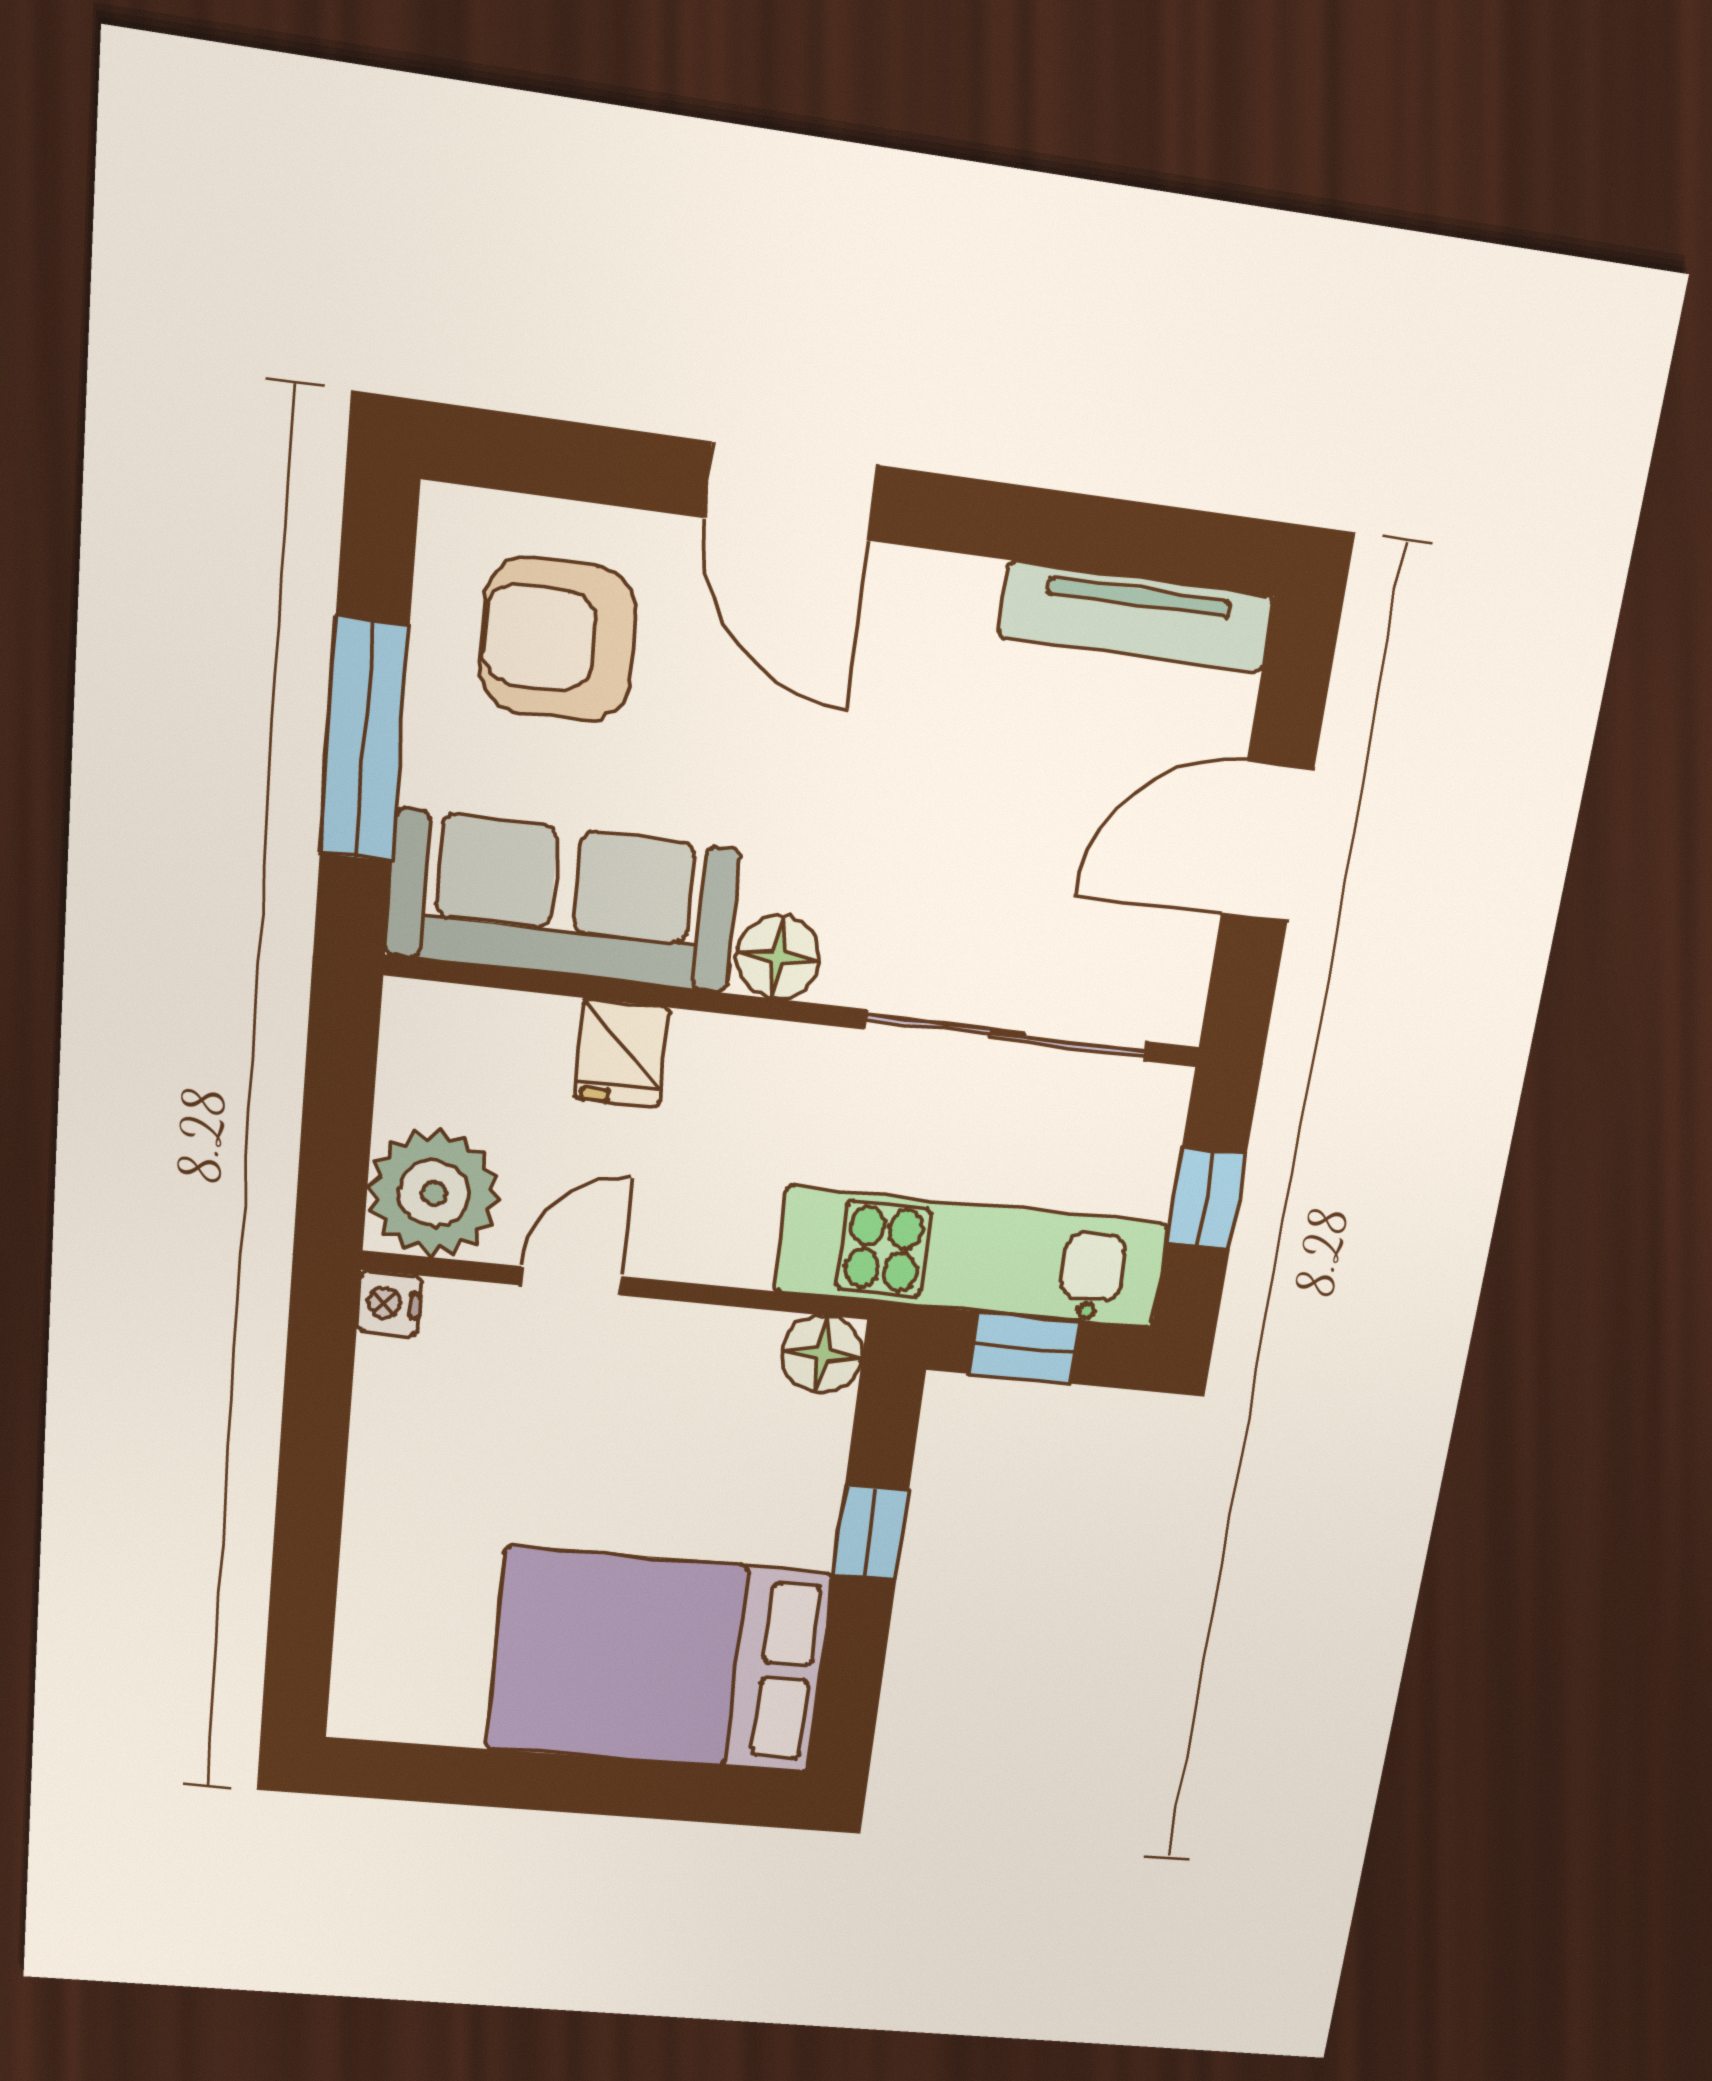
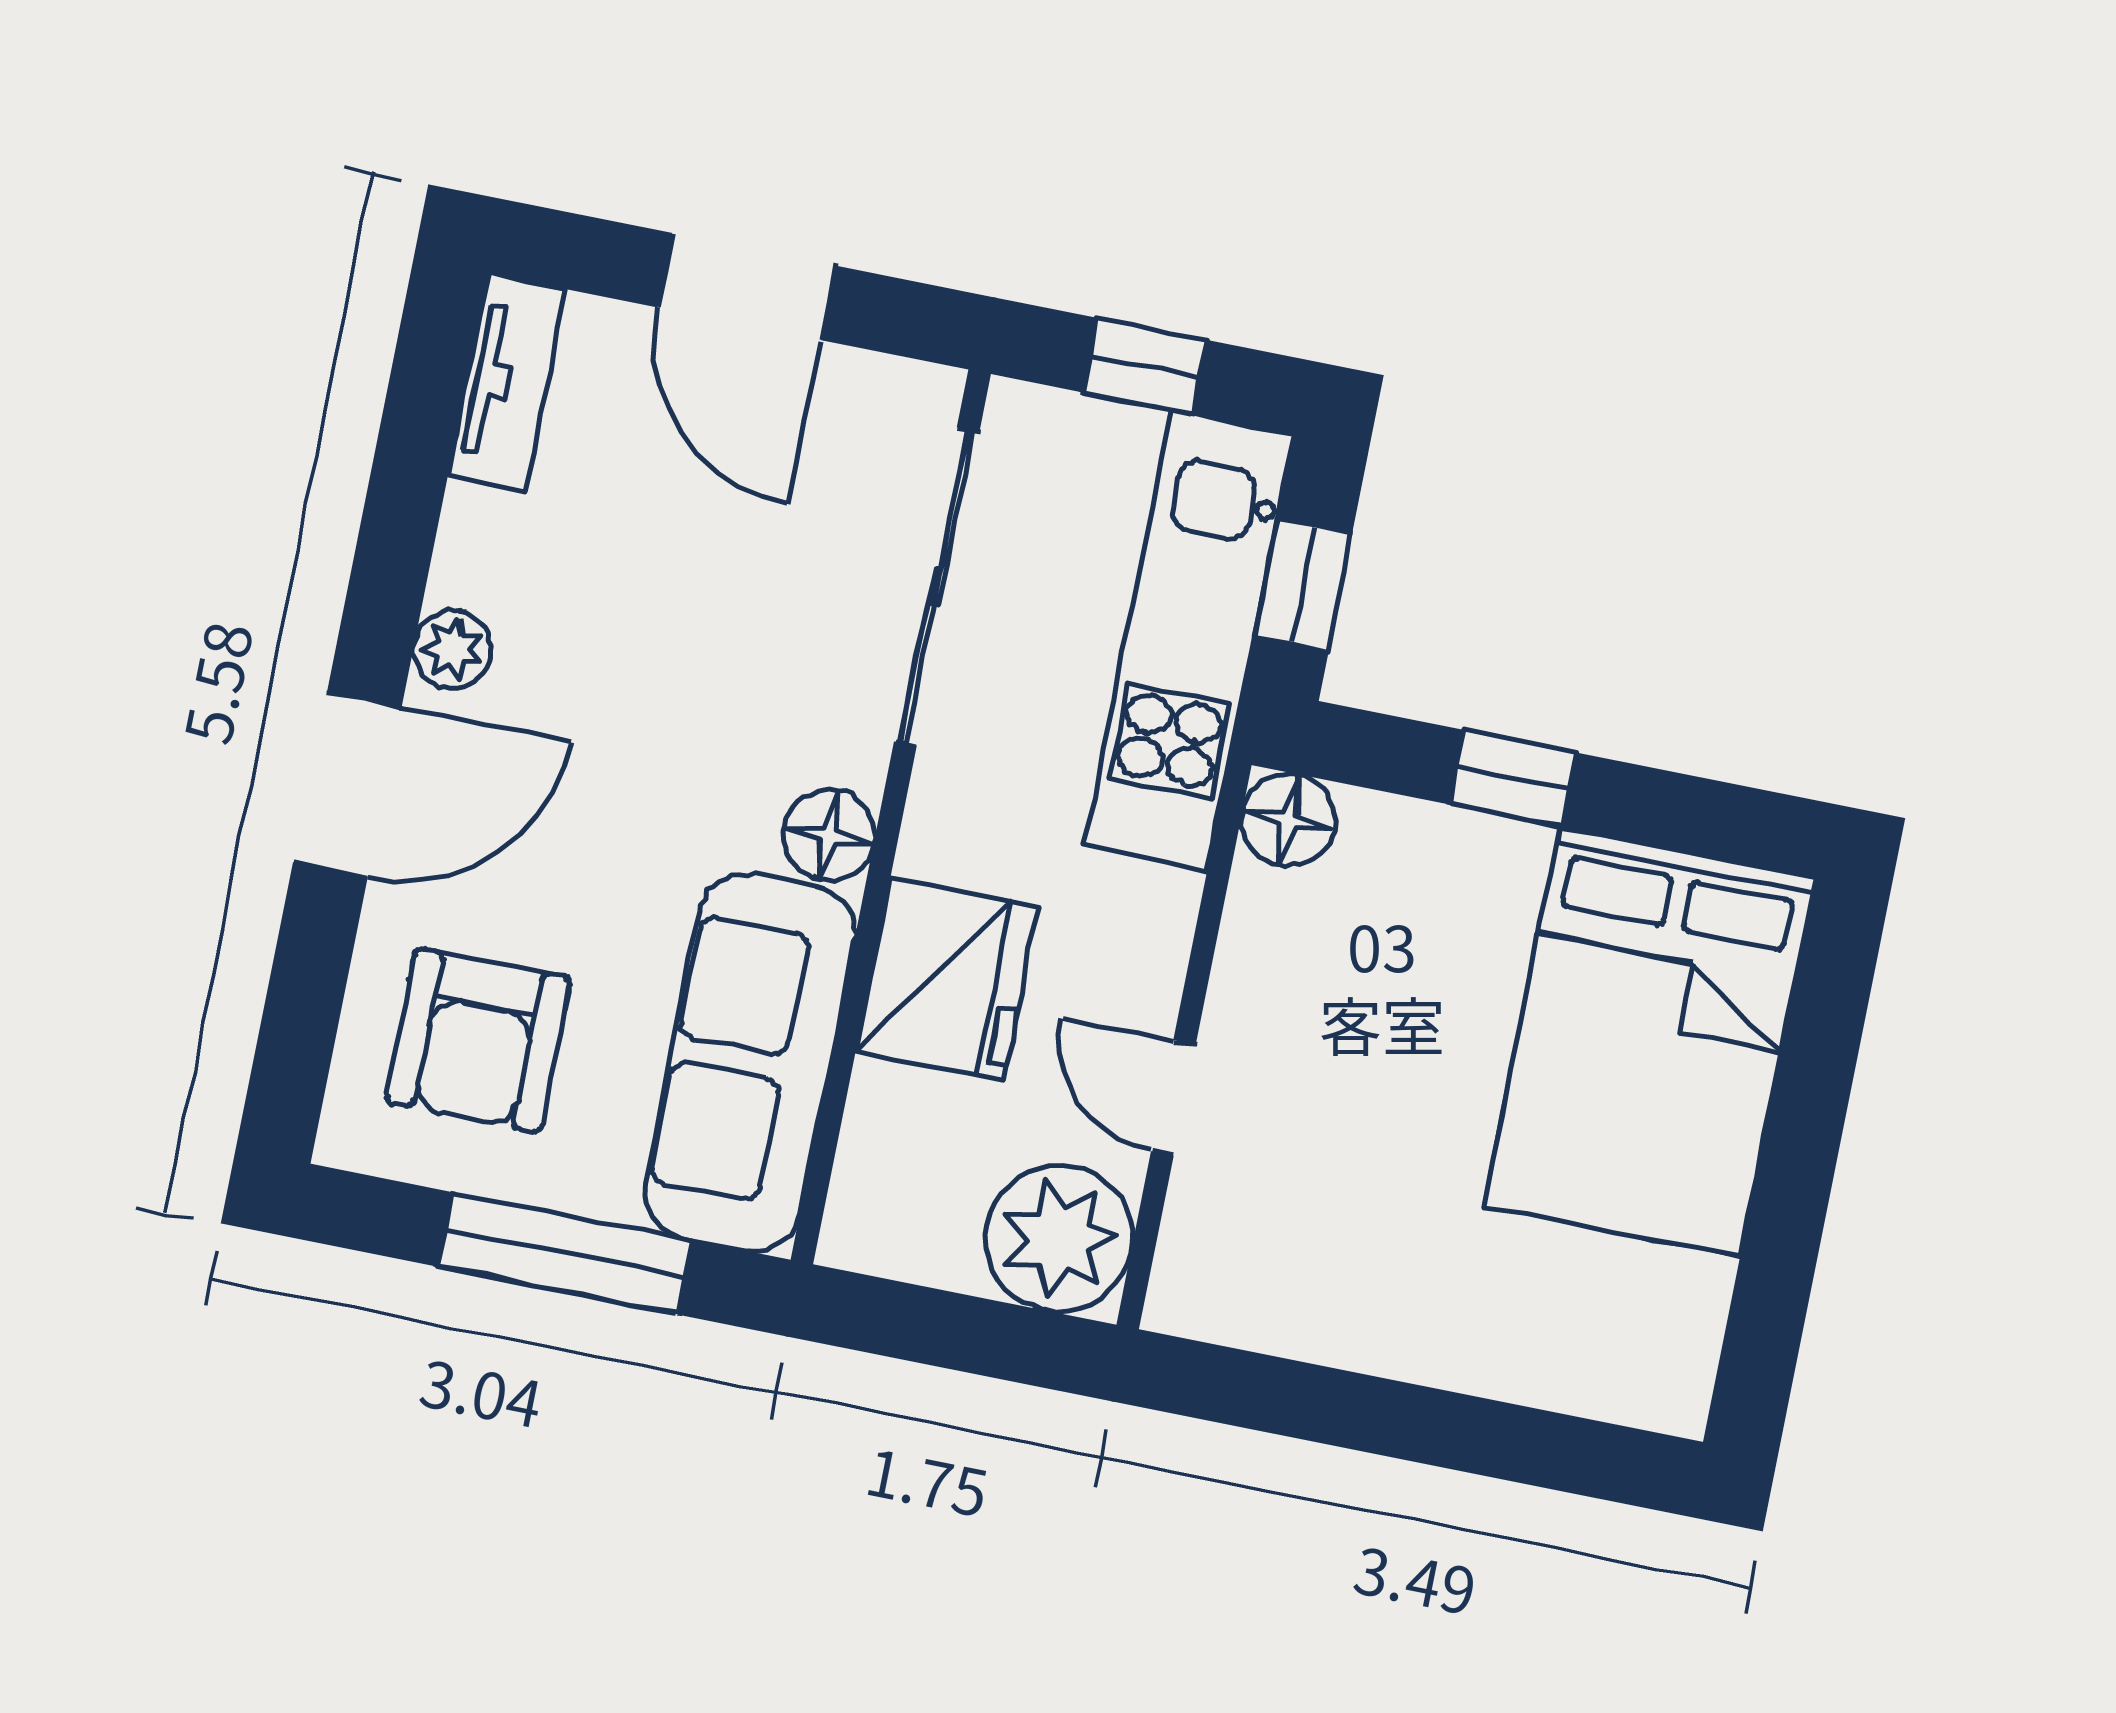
plant: (925, 587) -> (452, 649), added
tv unit: (1136, 617) -> (507, 383), width x0.71
fridge: (621, 1053) -> (947, 979), width x1.88, depth x1.34
nightstand: (389, 1303) -> (1181, 1303), removed

